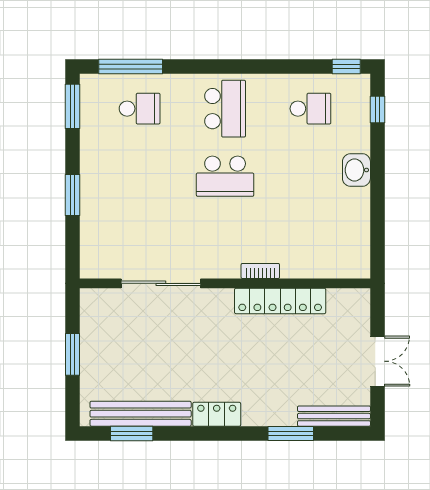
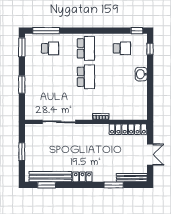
school desk: (225, 176) -> (86, 77), turned -90
locker: (280, 301) -> (128, 129), moved

